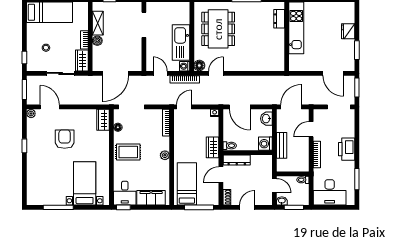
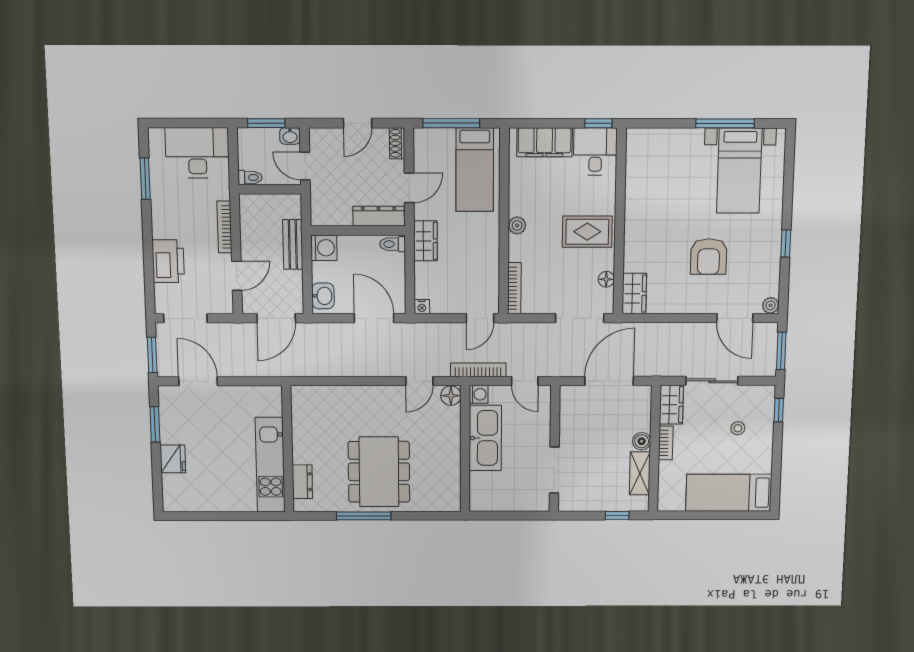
dining table: (218, 29) -> (379, 472), moved
printer: (347, 149) -> (168, 261), moved
bed with nightstands: (85, 183) -> (739, 171), moved

